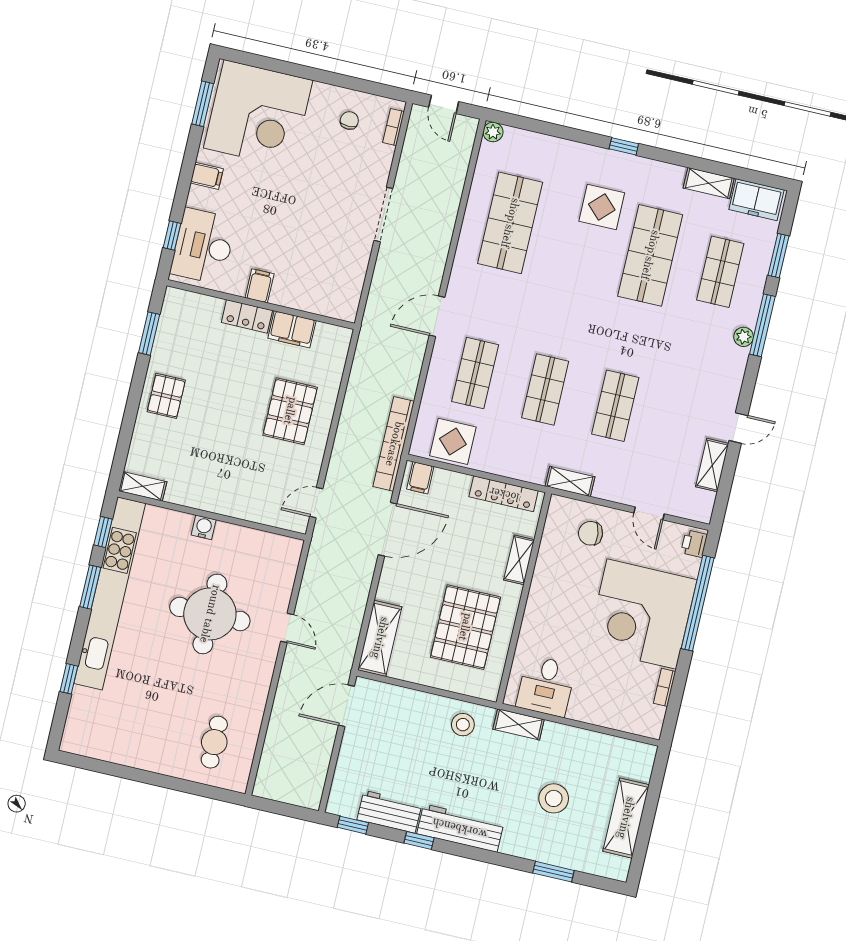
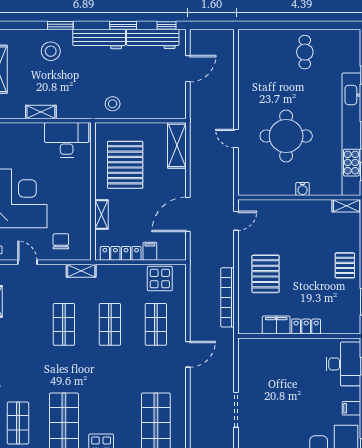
filing cabinet: (260, 286) -> (303, 347), removed
bookcase: (394, 444) -> (227, 297), moved, turned 180
filing cabinet: (420, 478) -> (150, 251), moved
chair: (591, 533) -> (61, 241), turned -83
desk: (546, 686) -> (67, 140), width x1.37
door: (346, 706) -> (188, 69), moved
shelving: (519, 724) -> (41, 112), moved
cafe table: (214, 742) -> (305, 52), moved
stool: (554, 798) -> (51, 51), moved
workbench: (389, 812) -> (153, 39), width x1.38
window: (419, 840) -> (123, 25), width x1.50
window: (553, 872) -> (60, 25), moved

